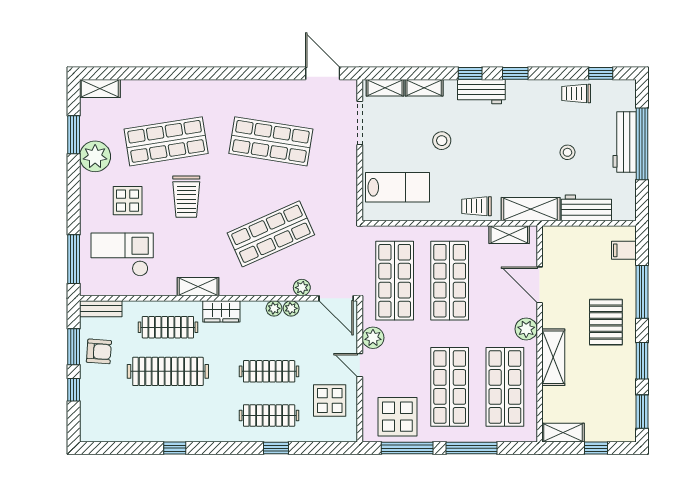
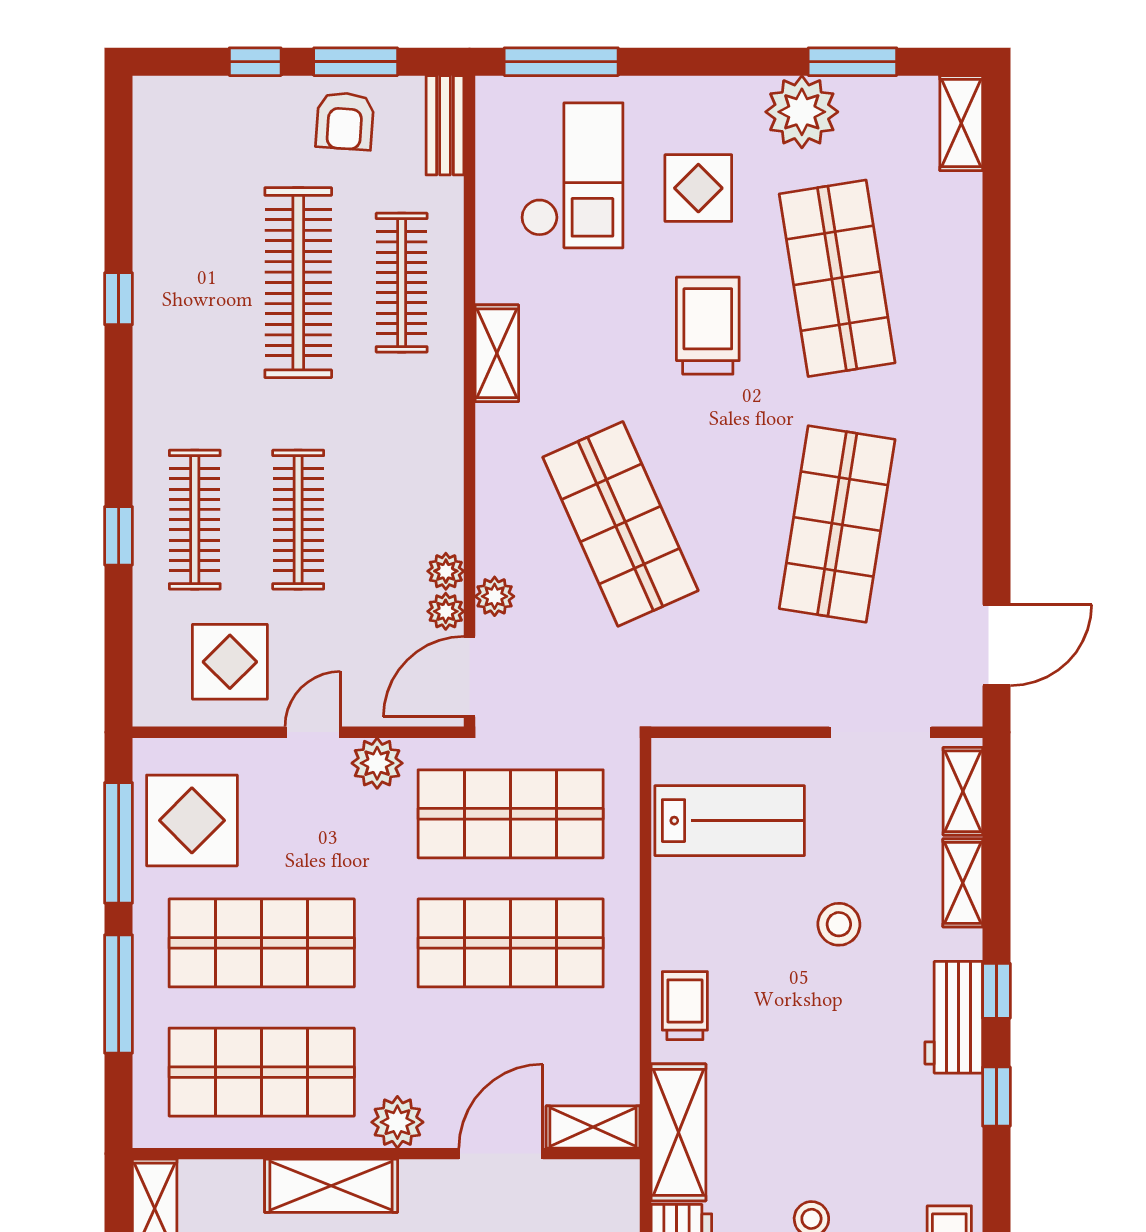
lab bench: (398, 187) -> (730, 821), turned -90
trolley: (186, 197) -> (708, 326), turned 90
shelving: (509, 235) -> (593, 1127), moved, turned 90
plant: (274, 308) -> (446, 611), moved
wardrobe: (221, 311) -> (439, 408), removed

